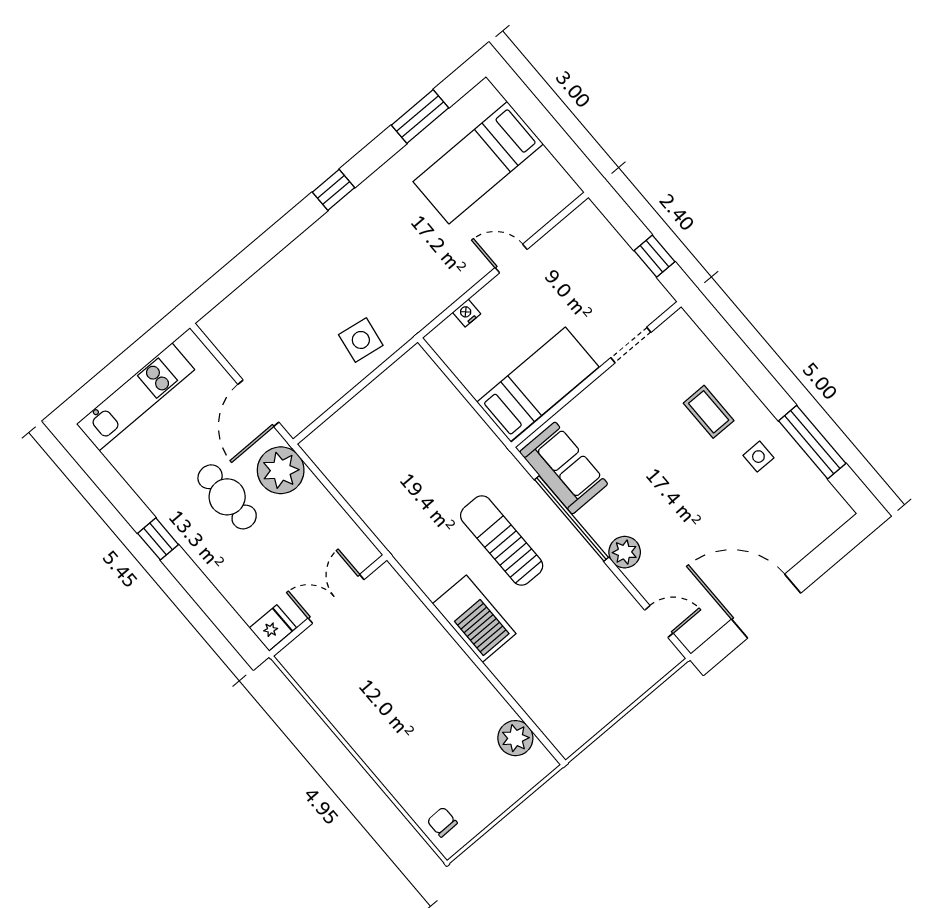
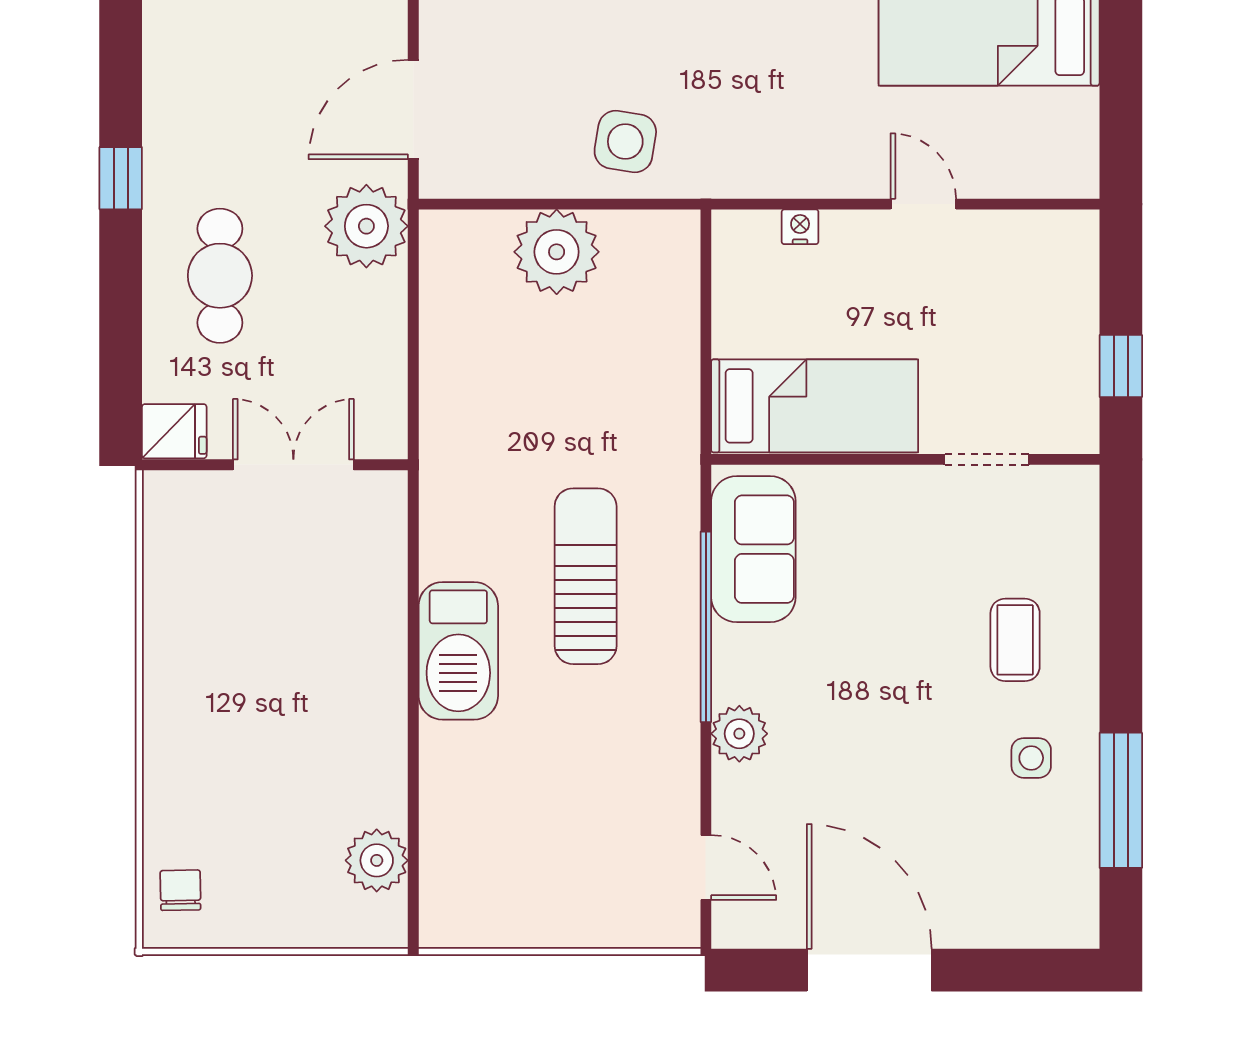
plant: (371, 412) -> (557, 252), added
cafe table: (227, 497) -> (220, 276), moved

